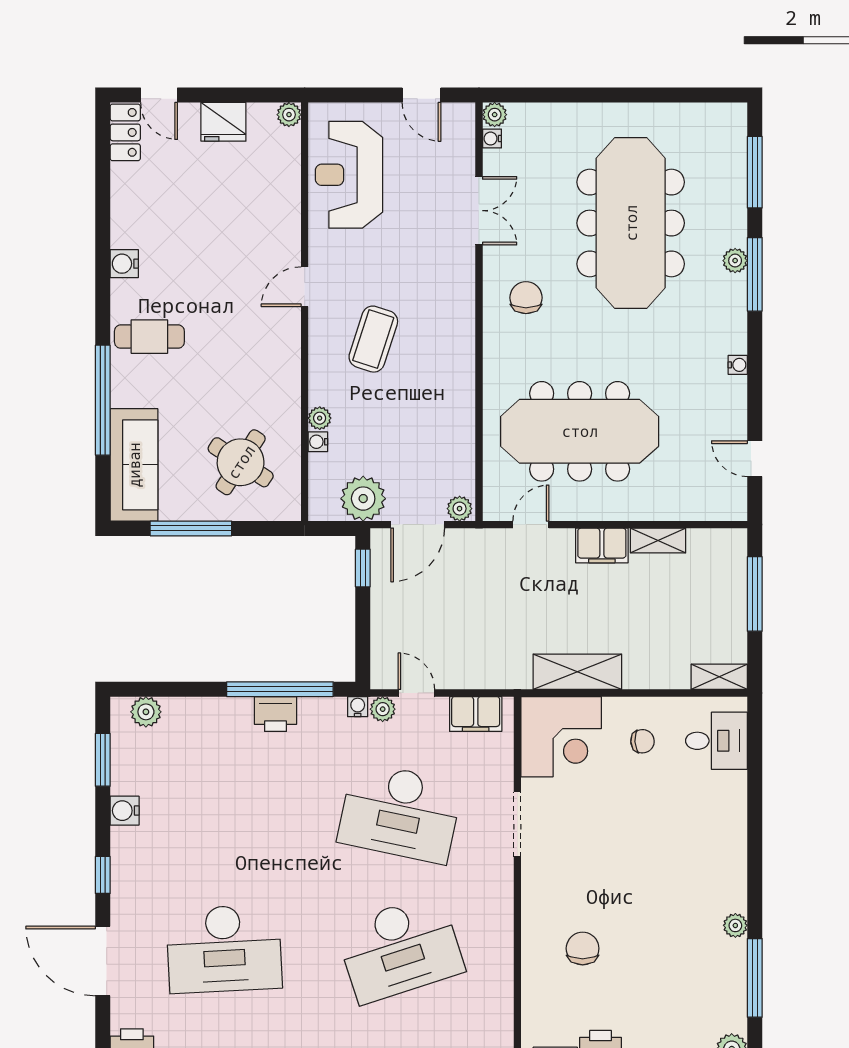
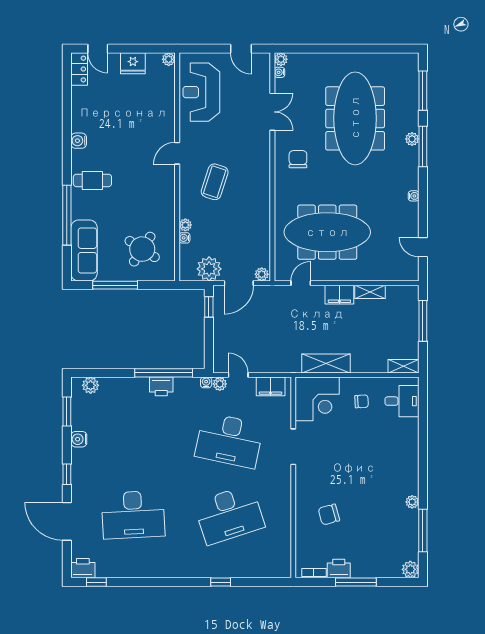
chair: (583, 948) -> (329, 514), turned -105

